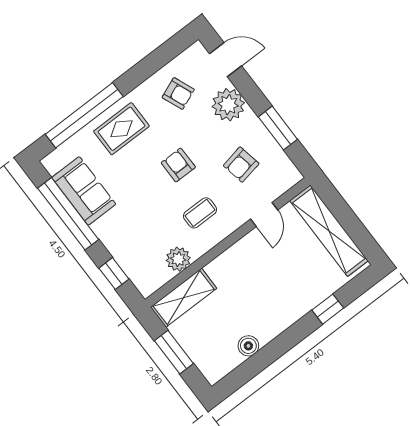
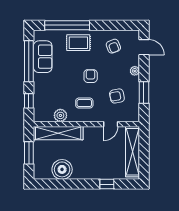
plant: (228, 105) -> (135, 71), width x0.53, depth x0.53
shelving: (184, 298) -> (58, 133), width x1.47
boiler: (248, 346) -> (62, 169), width x1.86, depth x1.86

